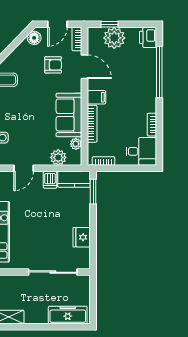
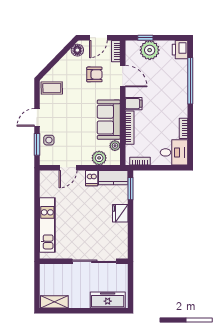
fridge: (82, 237) -> (120, 213), moved

